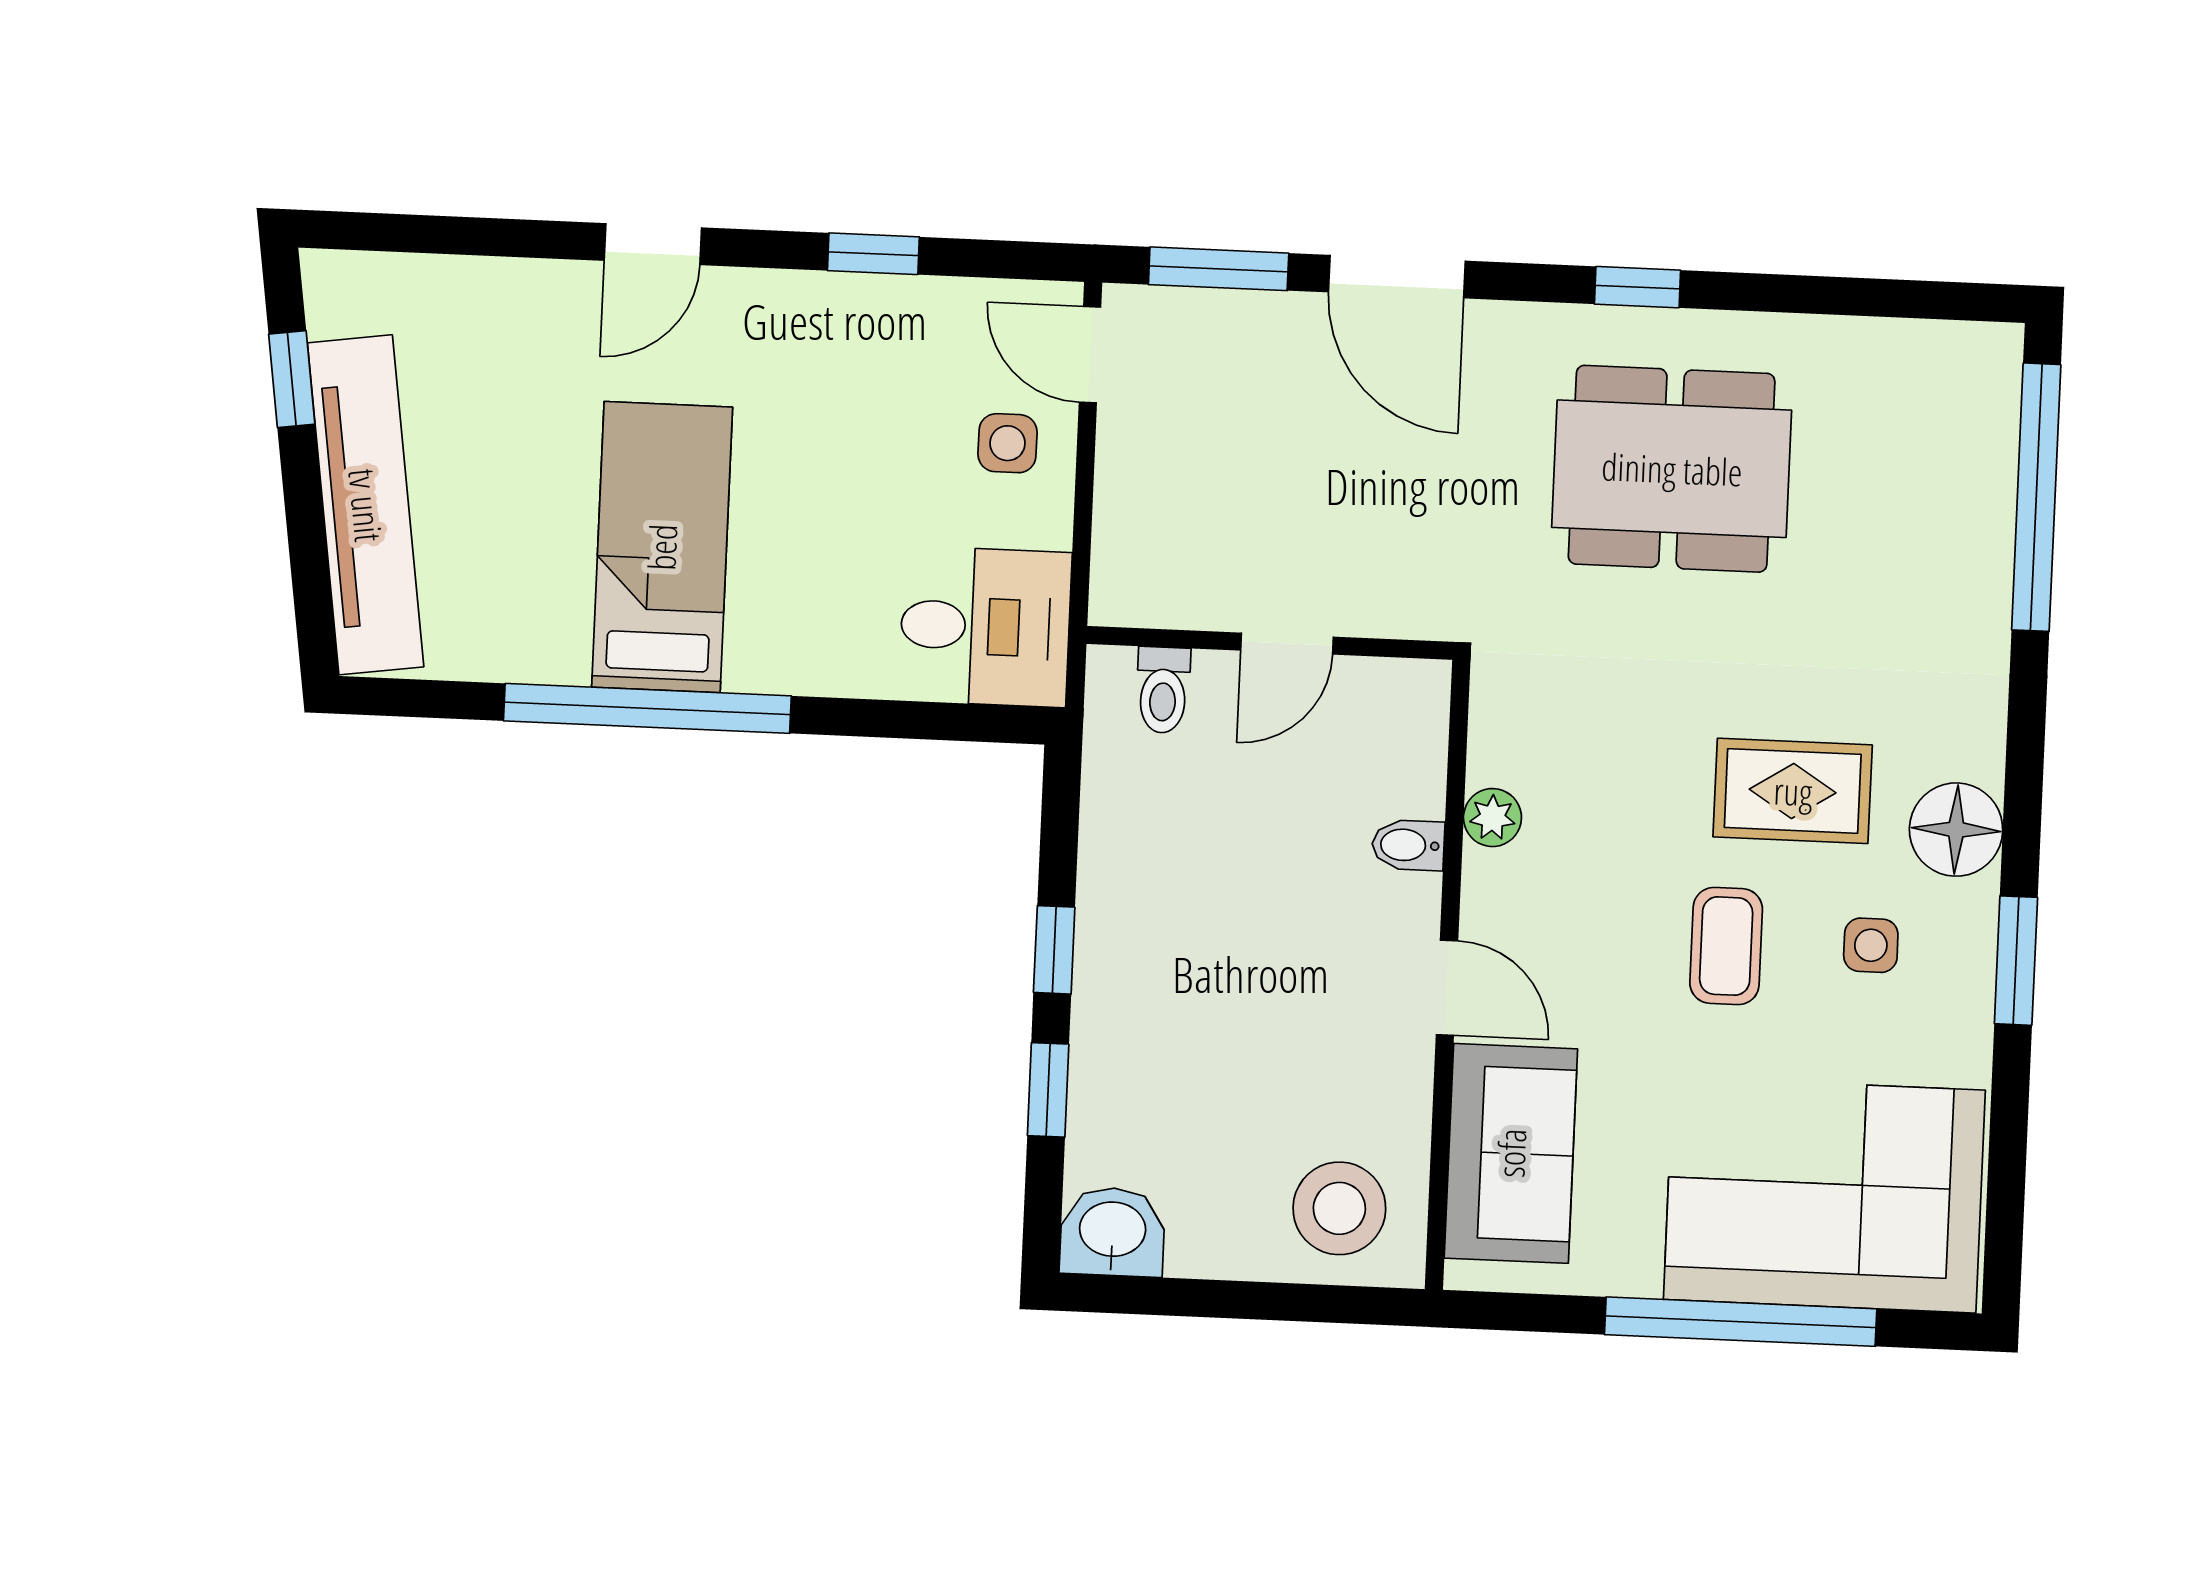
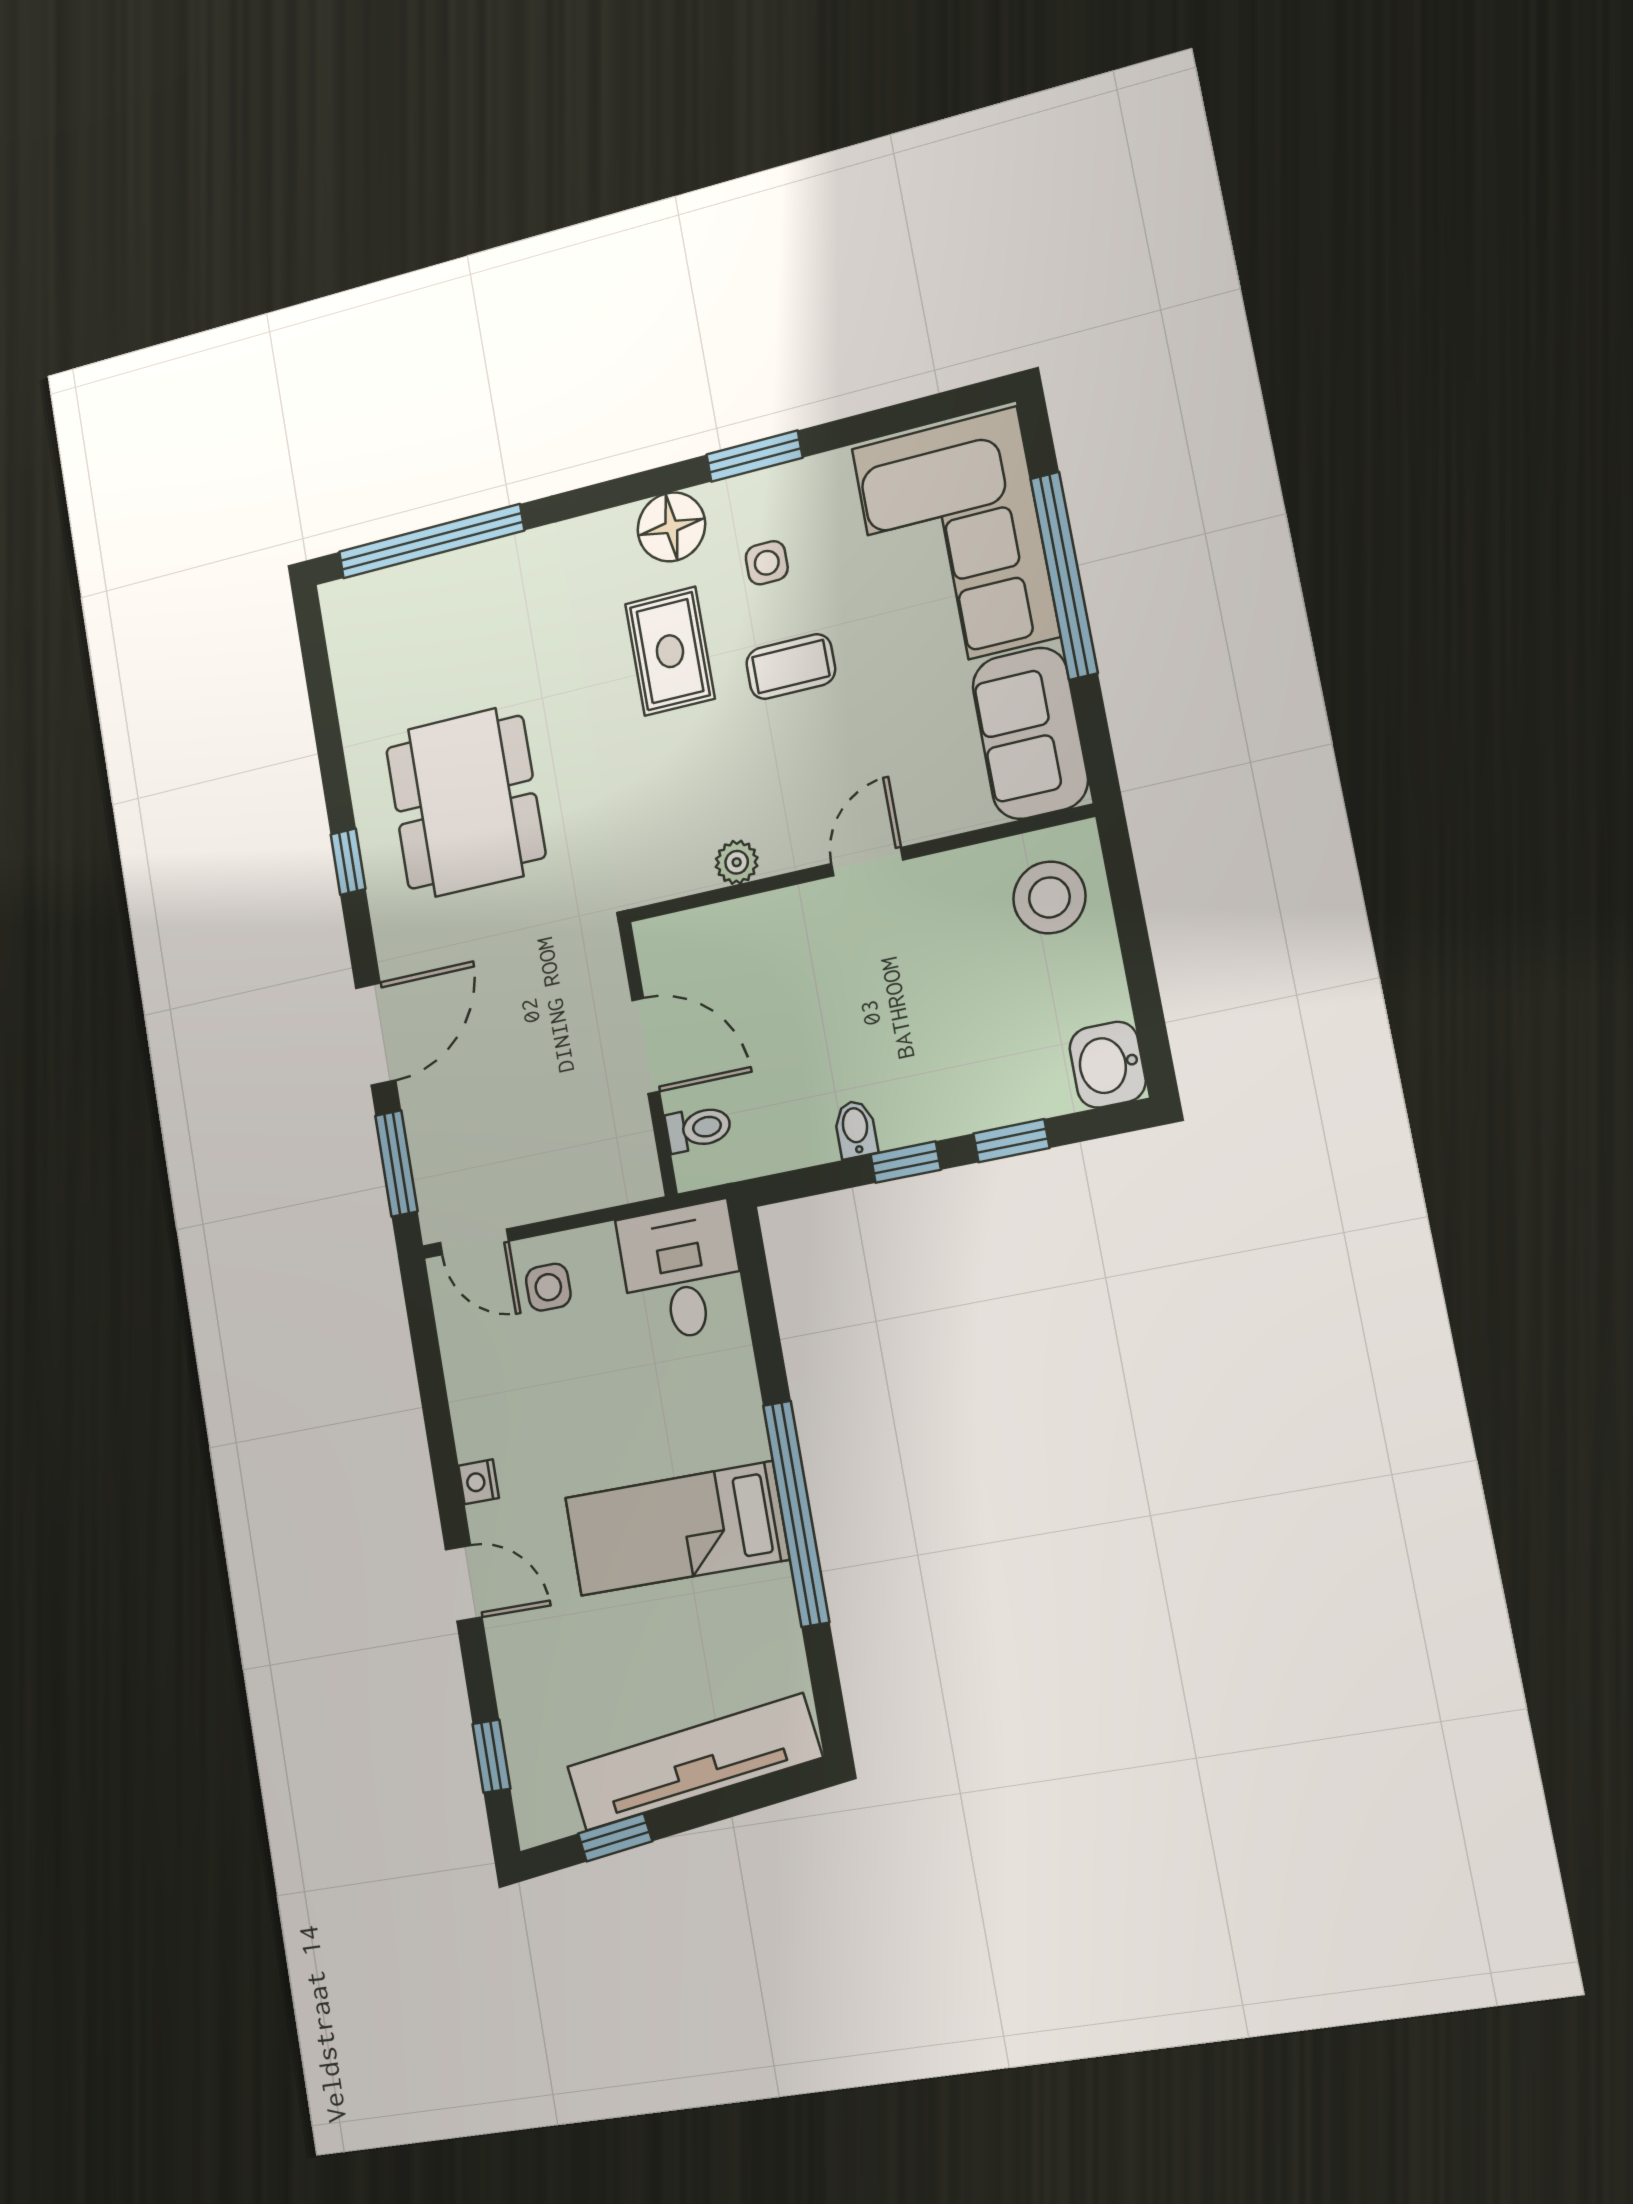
window: (873, 254) -> (491, 1756), moved
nightstand: (779, 293) -> (479, 1482), added
door: (1090, 355) -> (474, 1242), hinge flipped
door: (1287, 644) -> (646, 1046), width x1.38
bidet: (1408, 845) -> (856, 1129), moved, turned 180
sofa: (1511, 1153) -> (1030, 733), moved, turned -90

